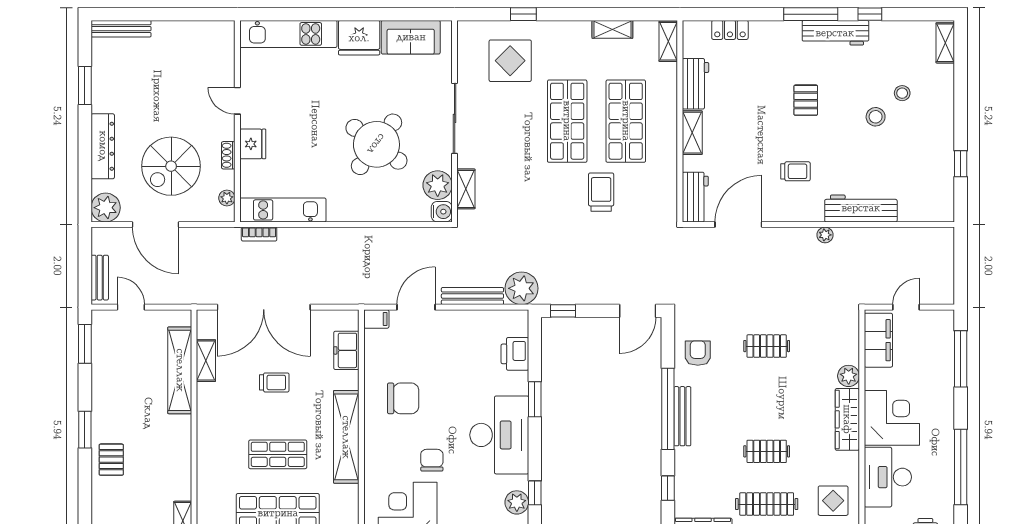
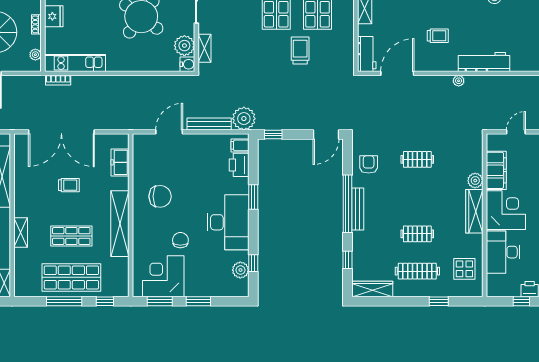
filing cabinet: (376, 319) -> (240, 145), moved, turned 180
filing cabinet: (878, 340) -> (496, 170), moved
shelving: (206, 361) -> (21, 233), moved

